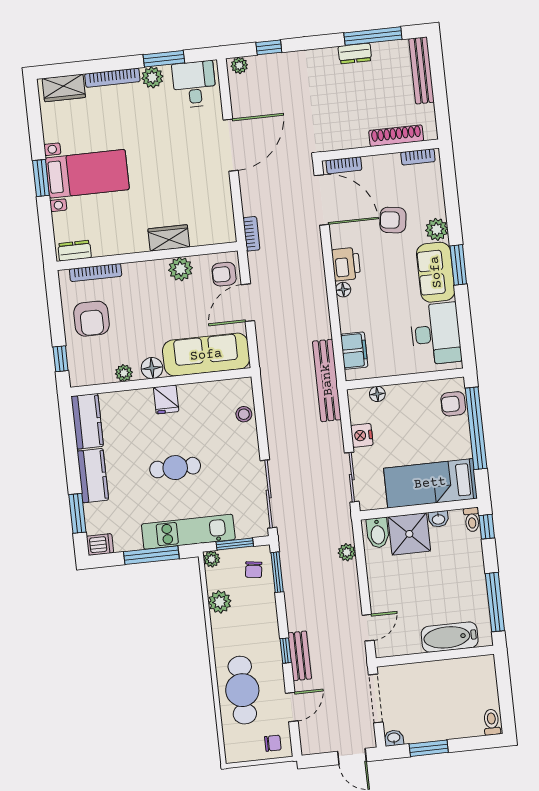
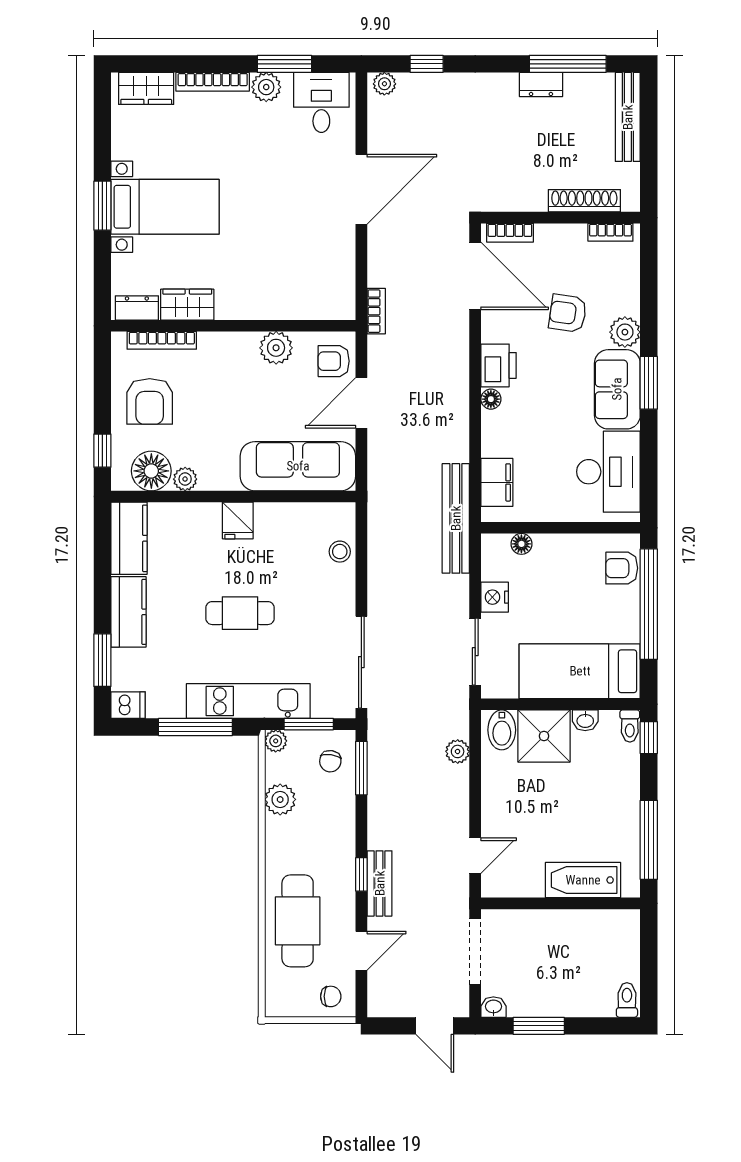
wardrobe: (169, 238) -> (187, 305), moved
floor lamp: (152, 368) -> (151, 471), moved, width x1.38, depth x1.38

